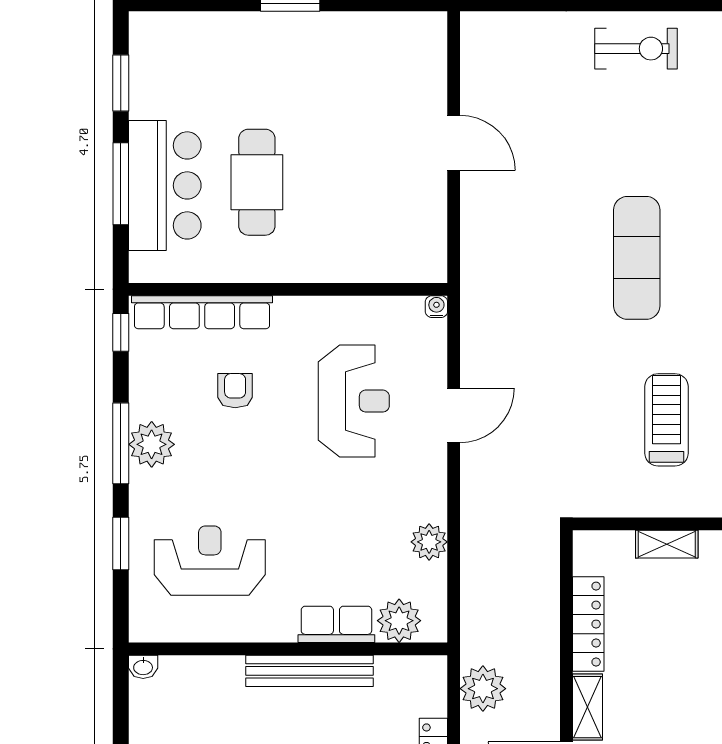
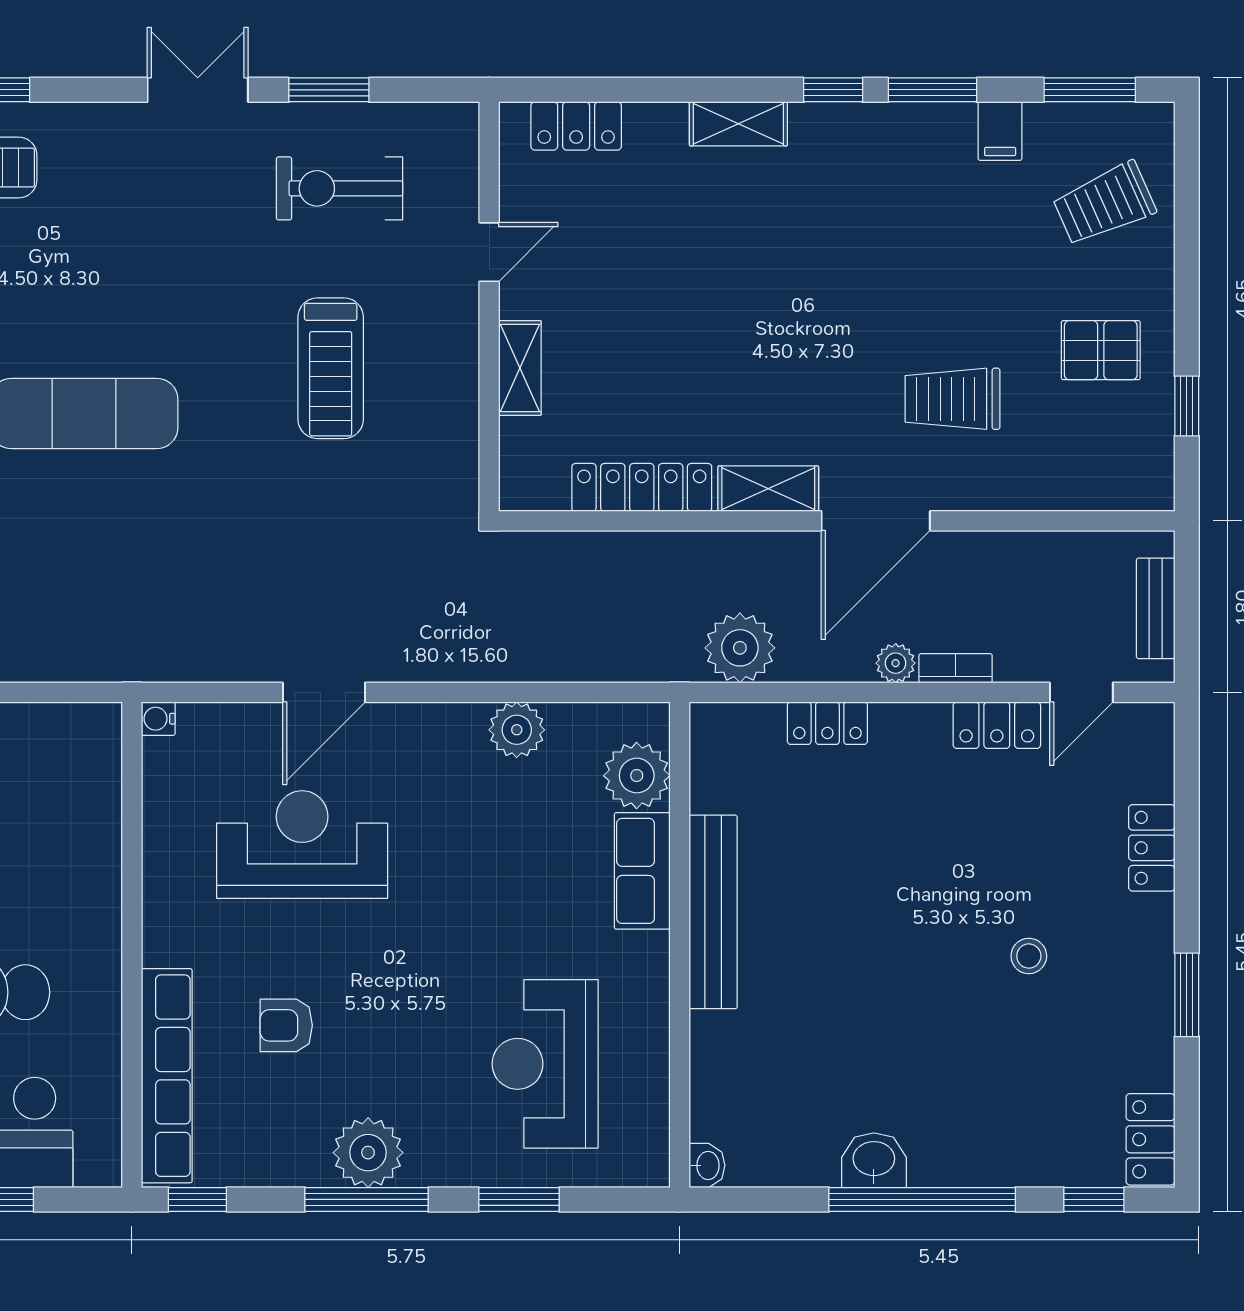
door: (454, 415) -> (324, 692), swing flipped
treadmill: (667, 420) -> (331, 368), turned -90

